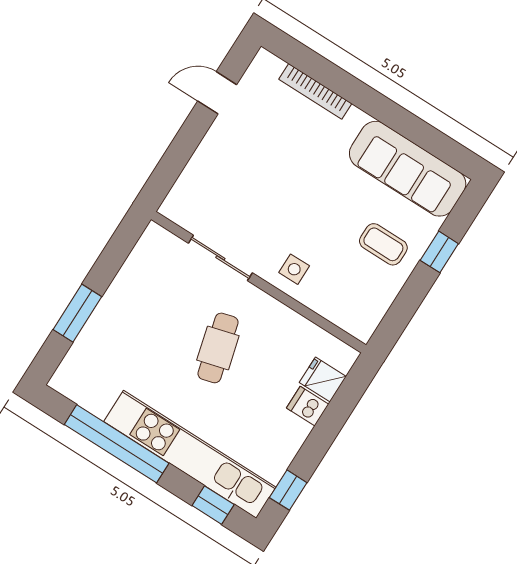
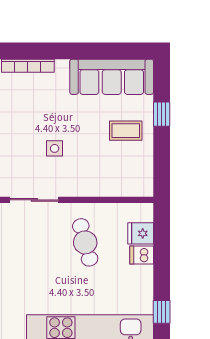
side table: (294, 269) -> (55, 148), moved
cafe table: (218, 348) -> (85, 242), moved

